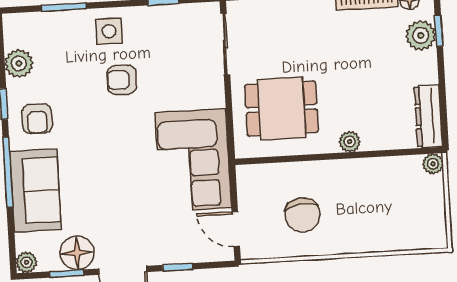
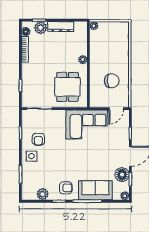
armchair: (122, 80) -> (38, 139), moved
dresser: (428, 116) -> (61, 27), moved

